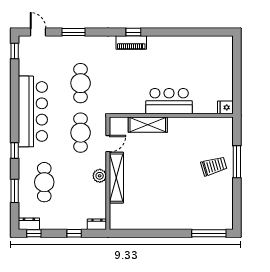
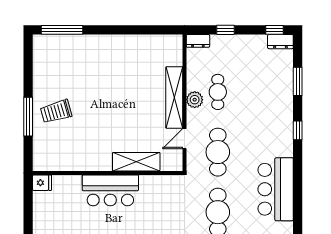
bar counter: (33, 111) -> (276, 189), width x0.73
cafe table: (44, 182) -> (218, 92), moved, width x0.73, depth x0.74

